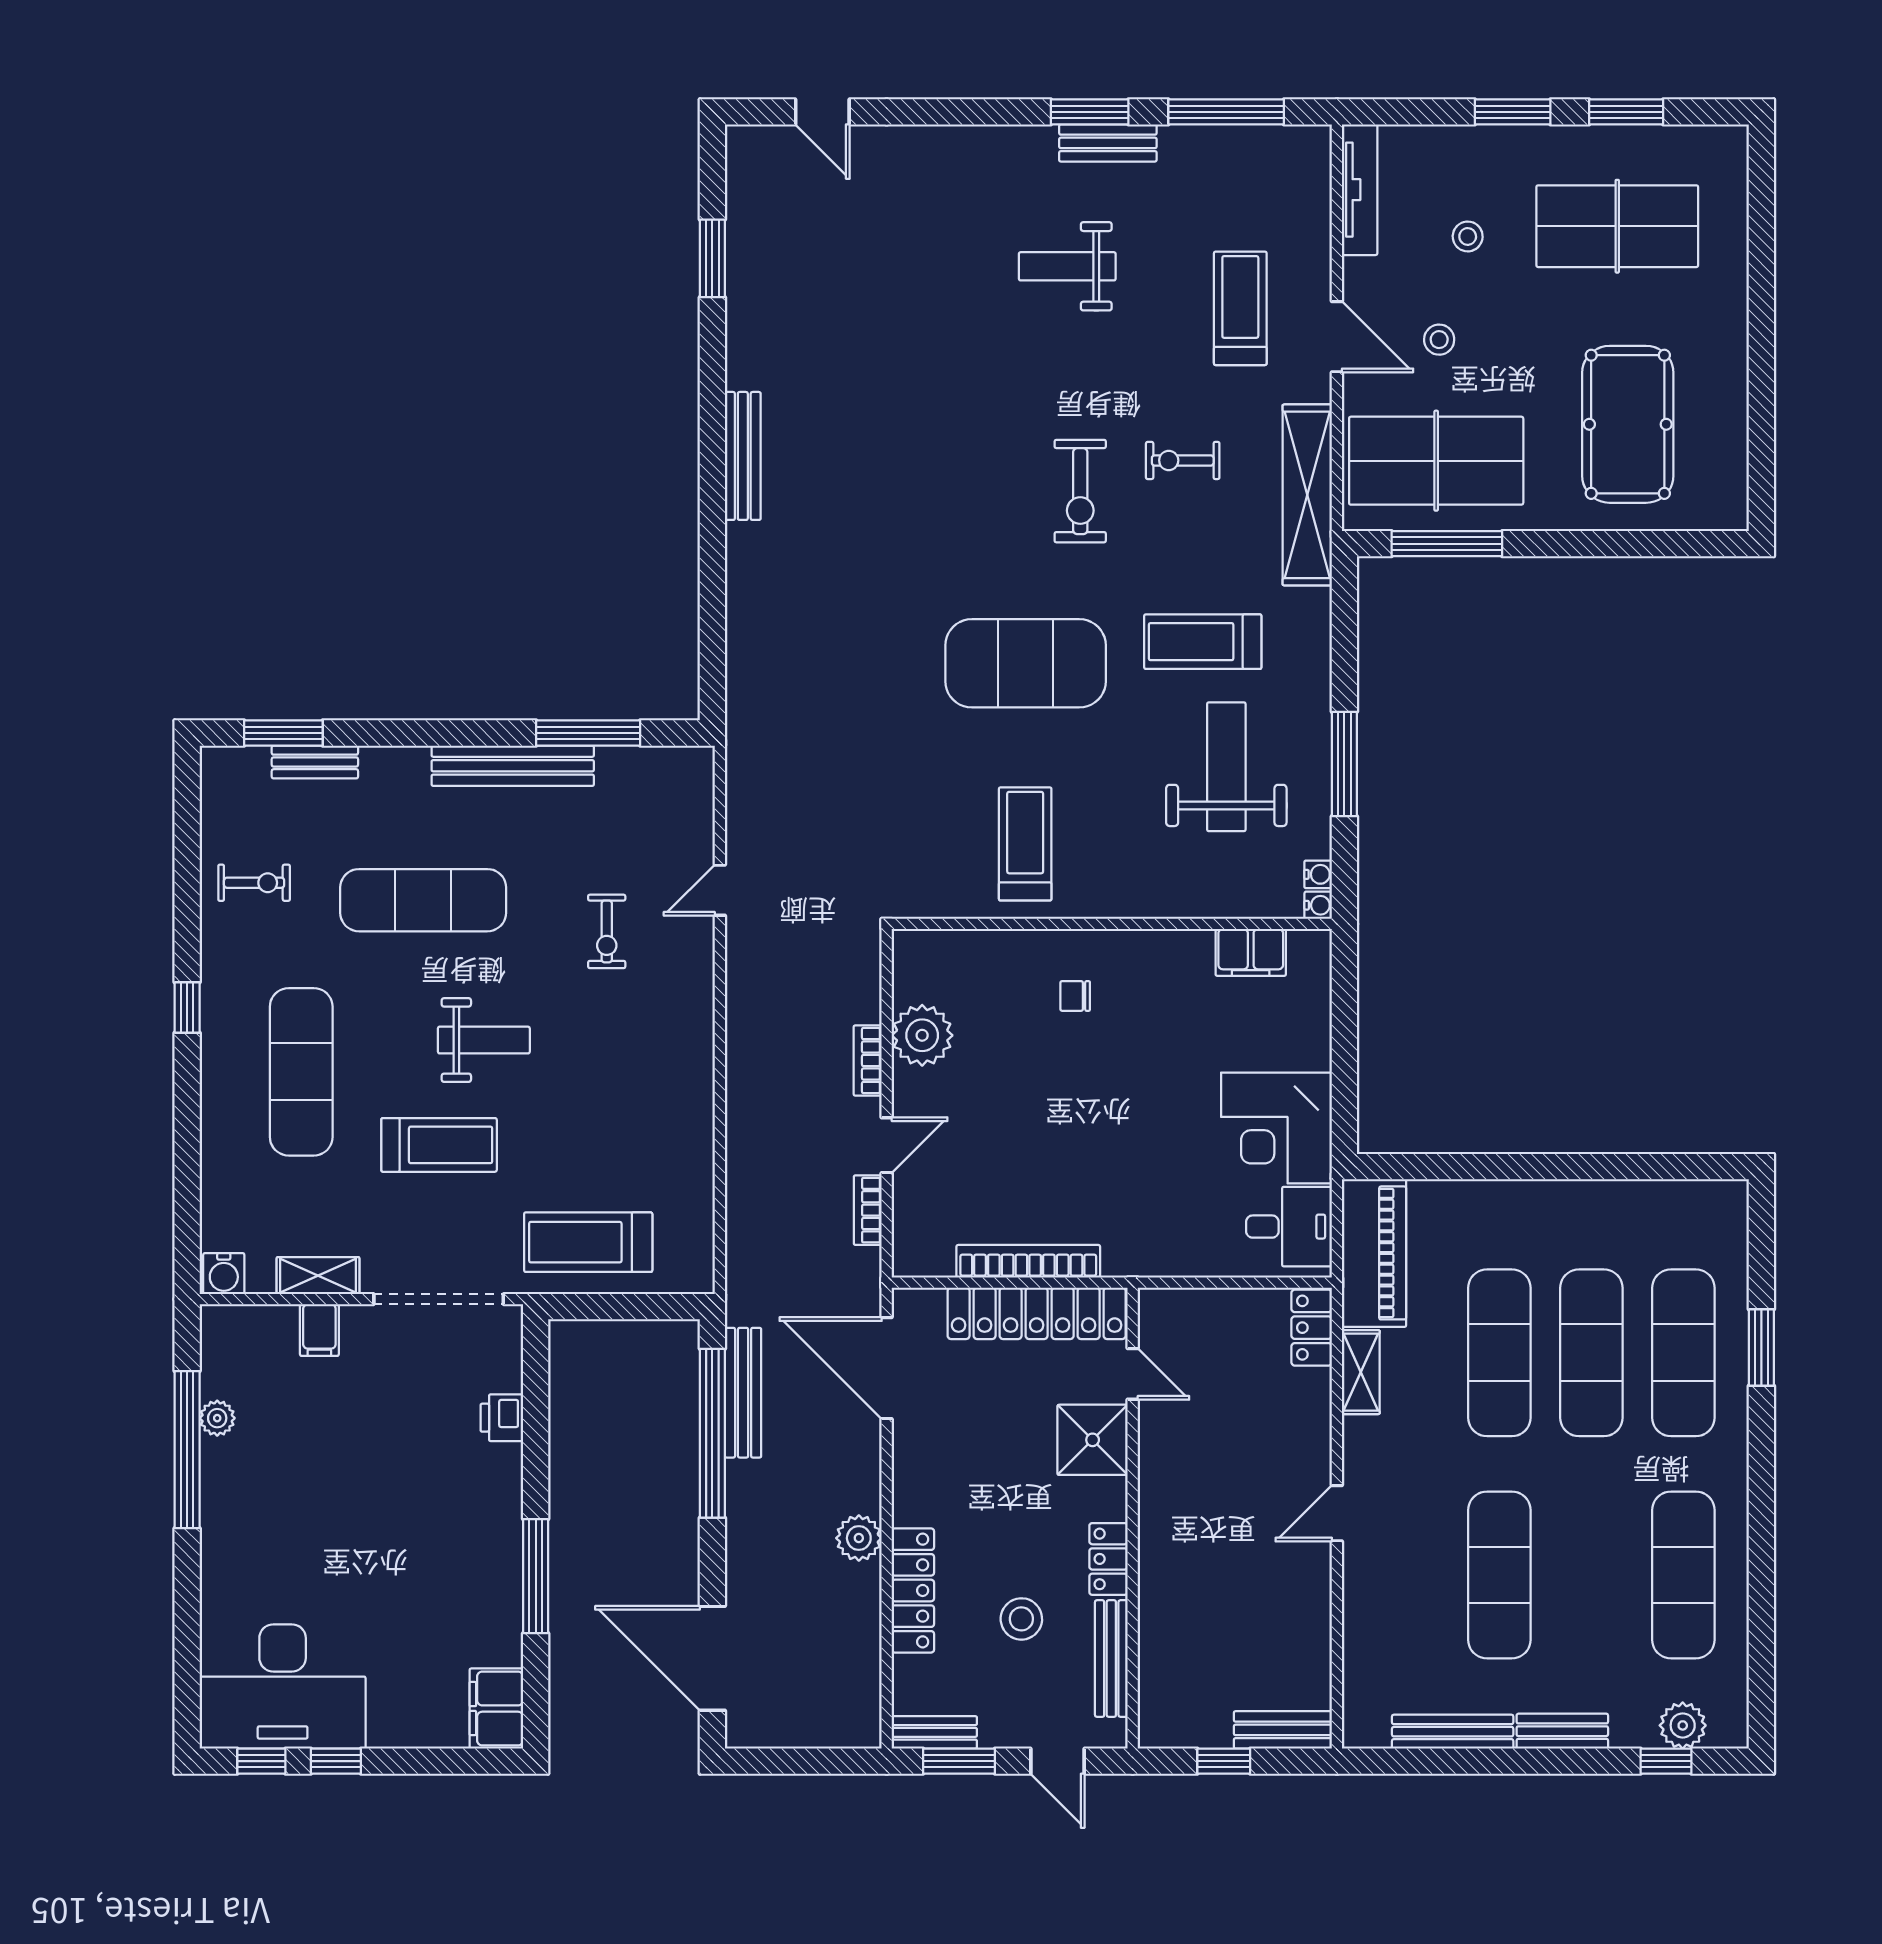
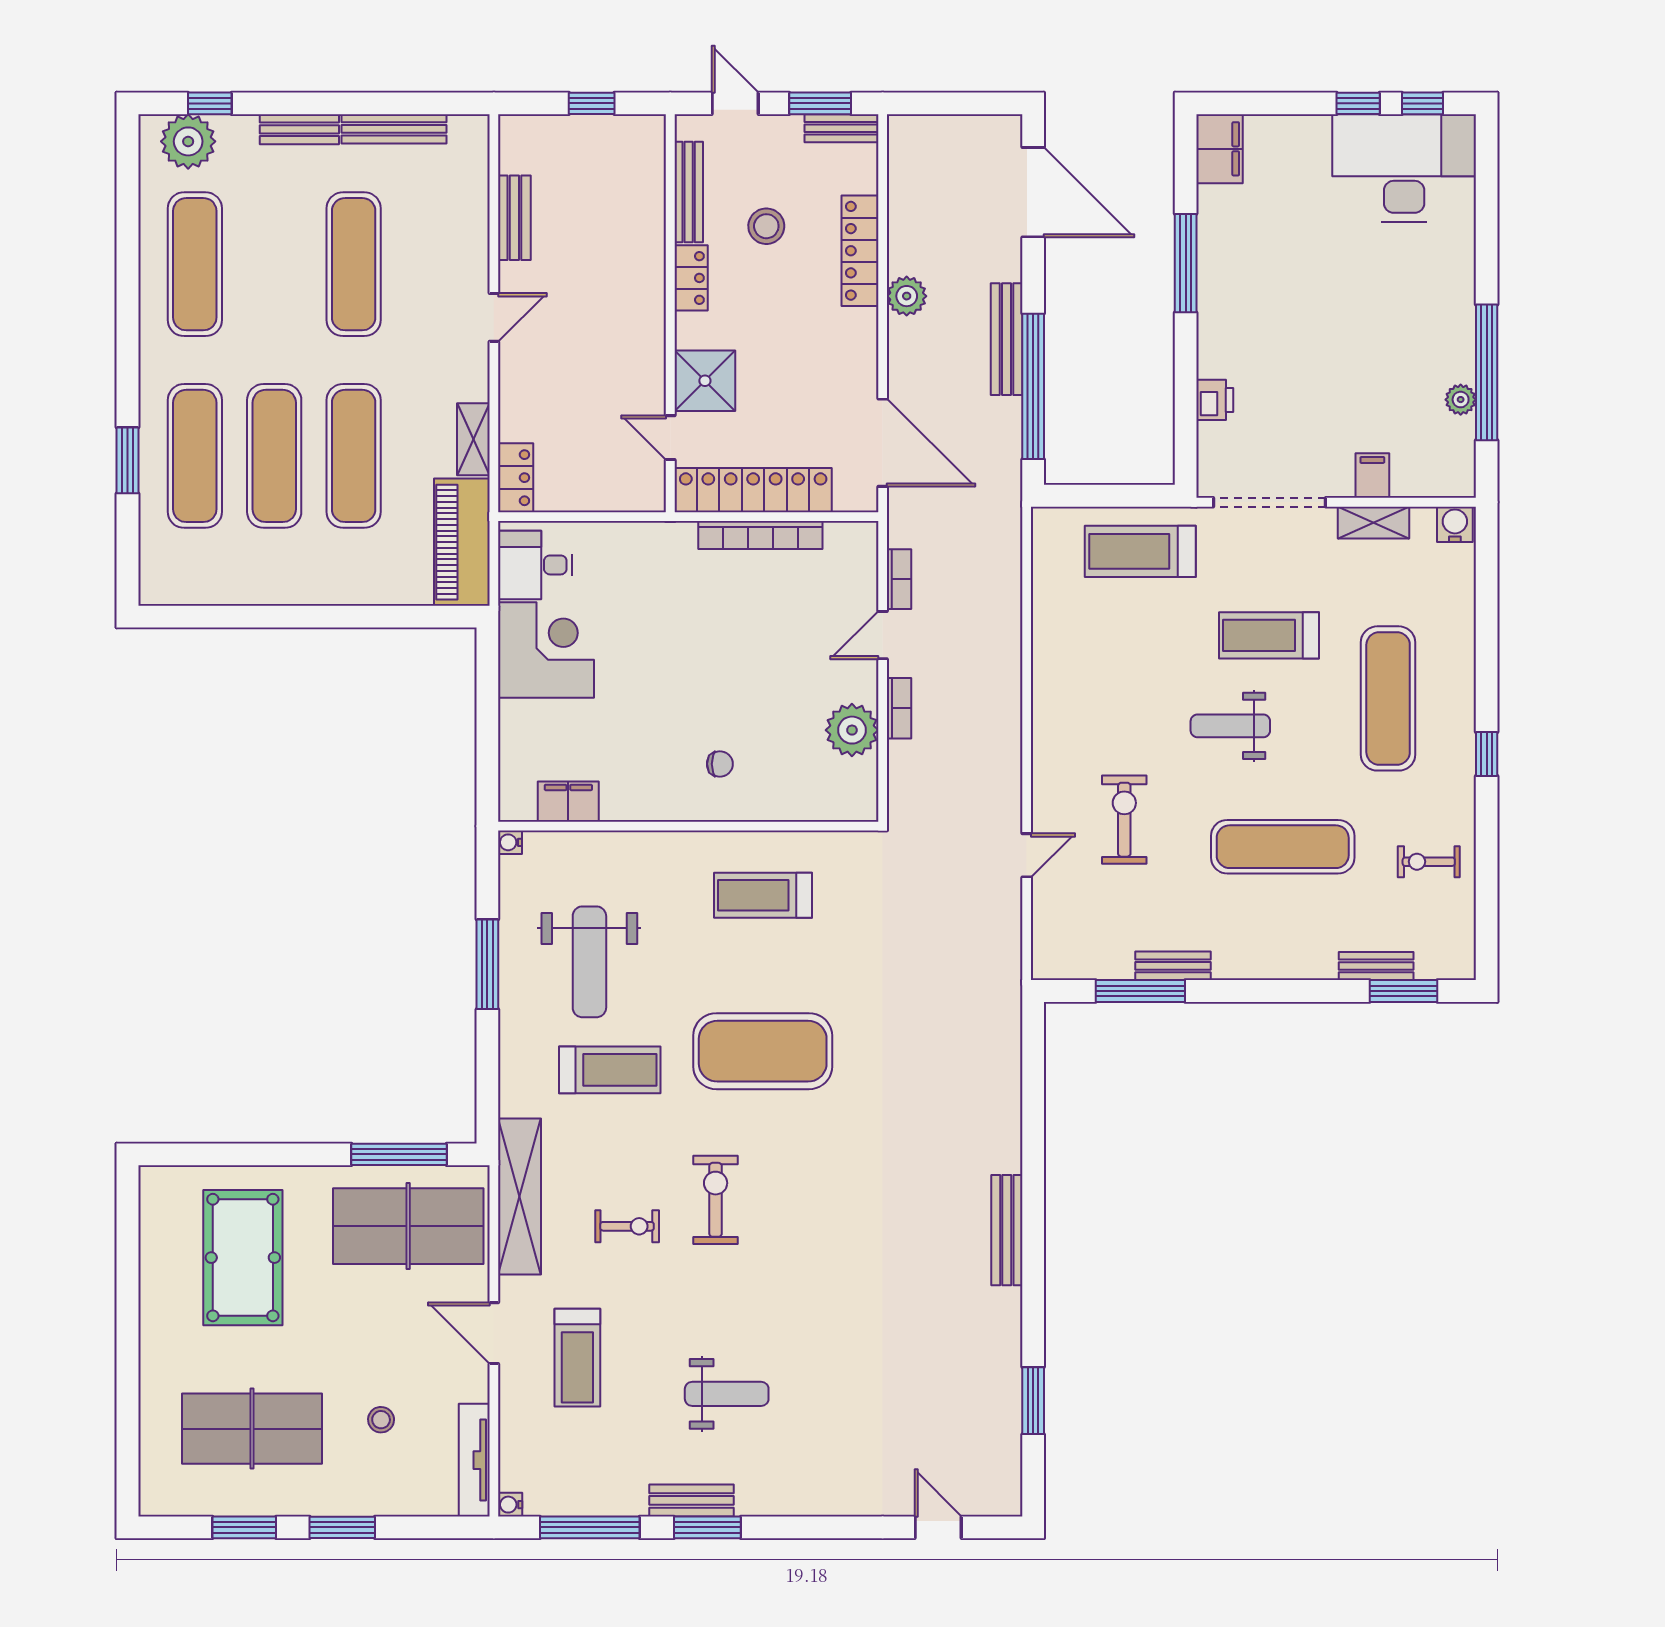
stool: (1439, 340) -> (406, 1331), removed
bench: (513, 766) -> (1173, 966), width x0.54, depth x0.82
treadmill: (1025, 844) -> (763, 895), turned 90
water cooler: (1318, 874) -> (510, 1505), moved
exercise bike: (607, 931) -> (1124, 820), width x1.38, depth x1.39
treadmill: (588, 1242) -> (1140, 551), turned 180
bench: (743, 1393) -> (1007, 339), moved
plant: (1683, 1725) -> (188, 141), width x1.36, depth x1.36
bench: (1283, 1730) -> (514, 218), moved, turned 90

